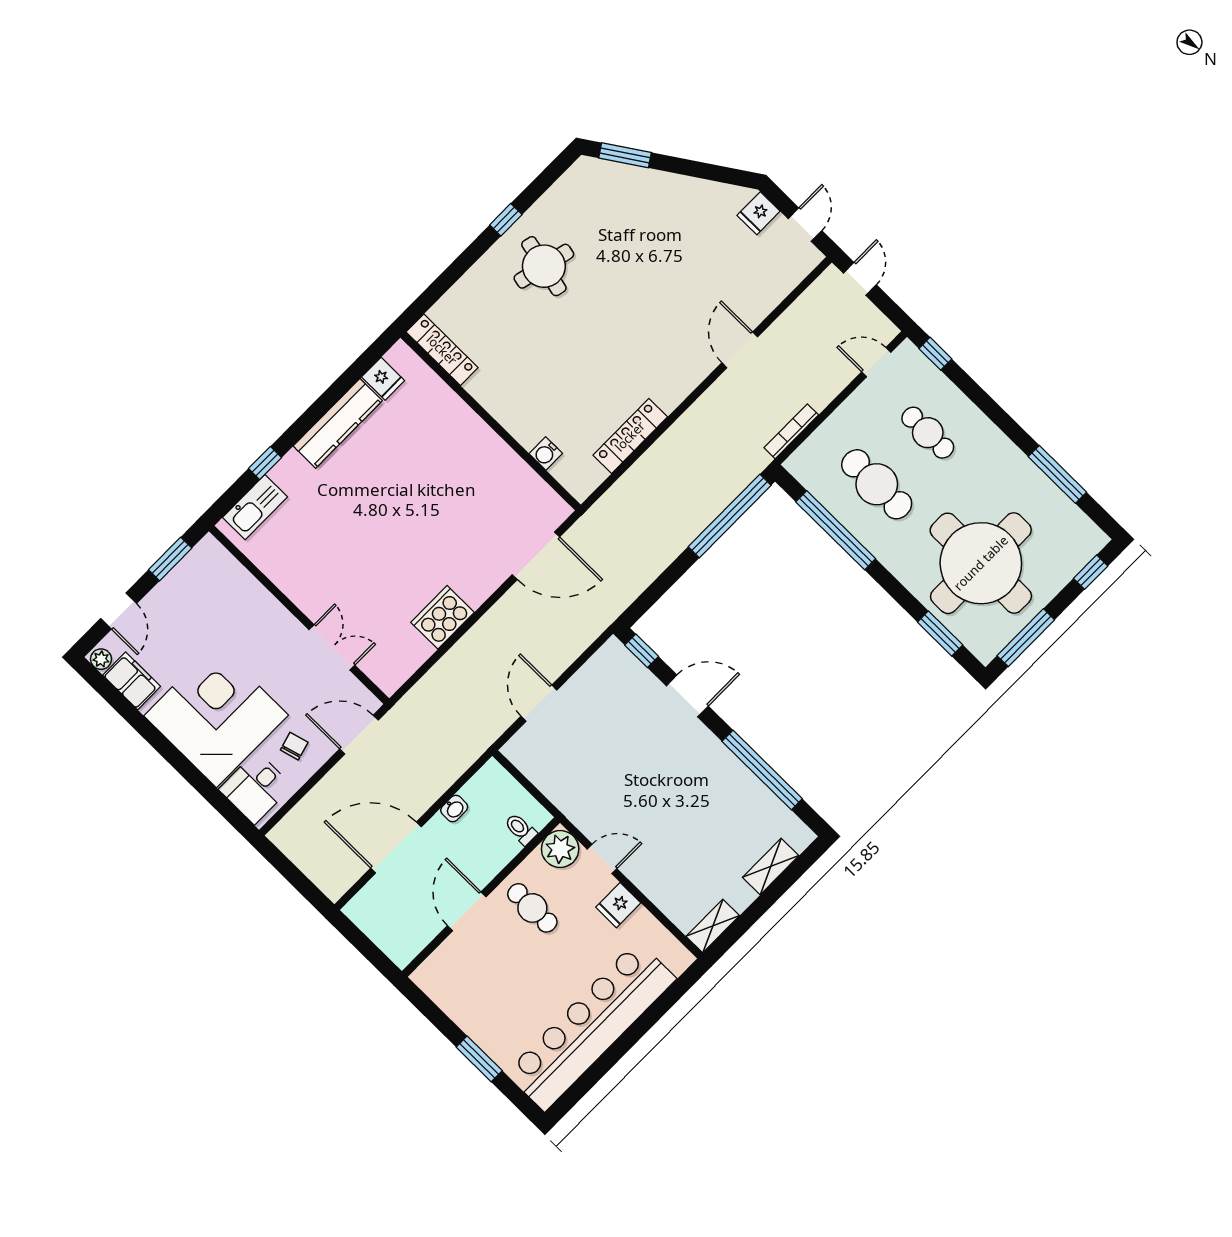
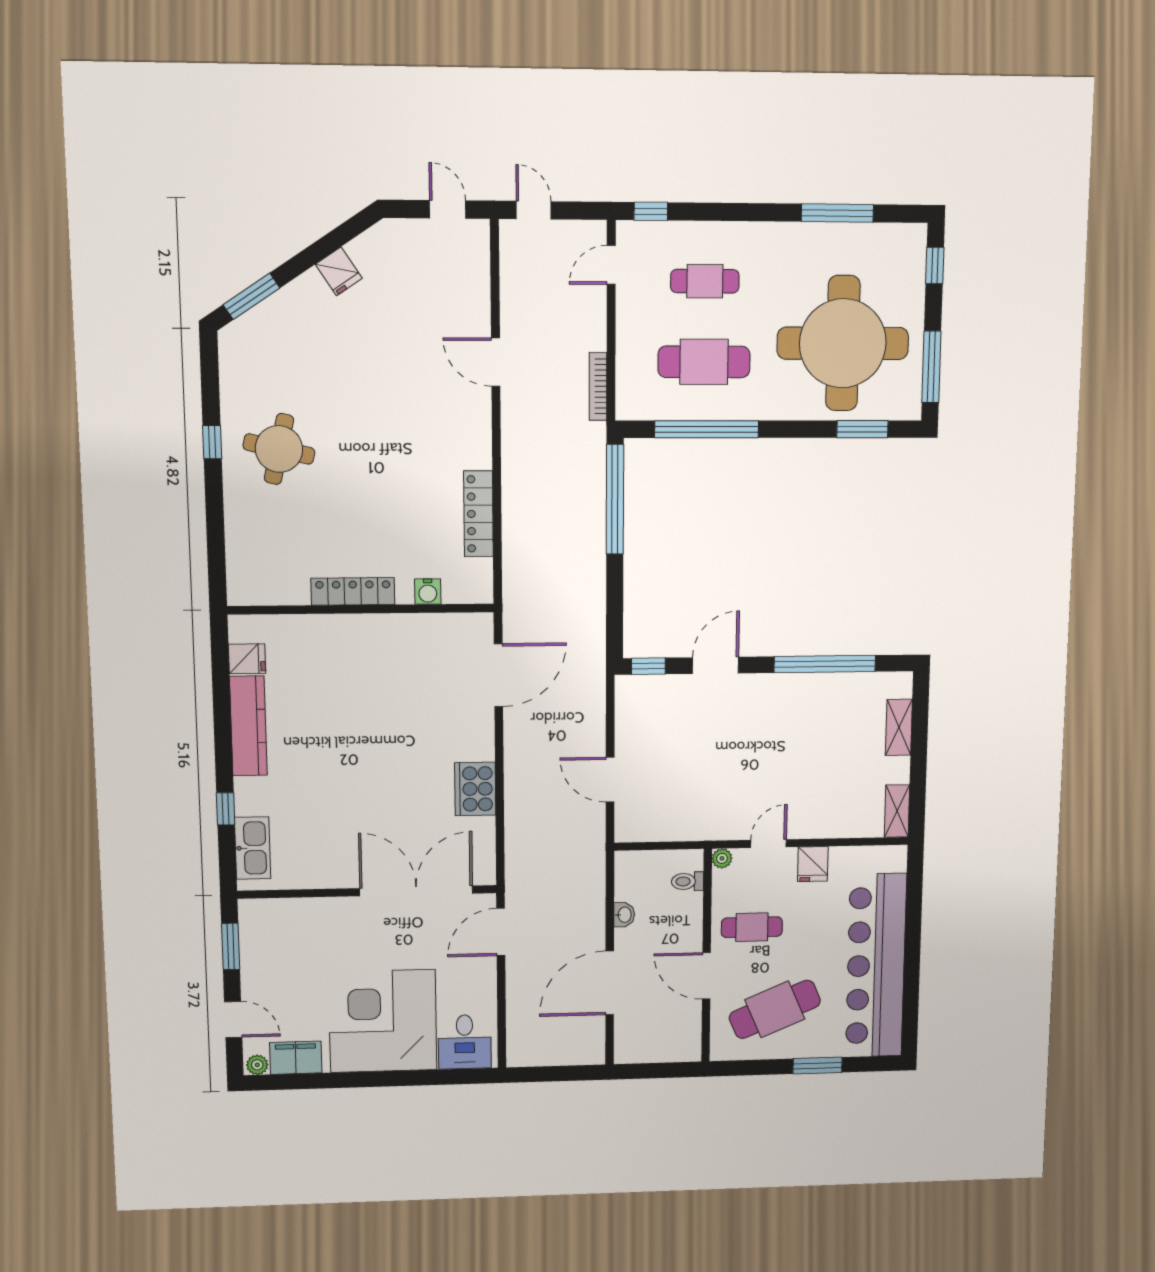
fridge: (759, 213) -> (339, 271), moved, turned -34
locker: (442, 350) -> (353, 591), moved
double door: (332, 647) -> (416, 891), width x1.87
chair: (294, 746) -> (462, 986), removed
plant: (560, 849) -> (722, 858), width x0.53, depth x0.53
cafe table: (490, 985) -> (775, 1009), added

